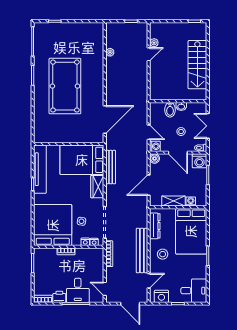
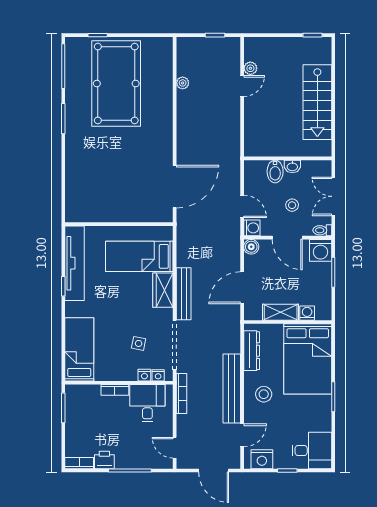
pool table: (65, 86) -> (116, 84), moved
bed: (82, 160) -> (139, 256), width x0.67
bench: (111, 167) -> (184, 294), moved
bed: (53, 225) -> (79, 349), width x0.49
desk: (78, 290) -> (147, 403), moved, turned 180

